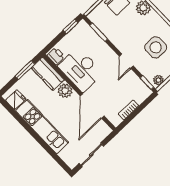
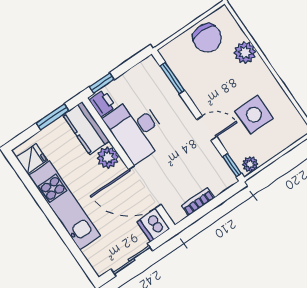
window: (70, 26) -> (102, 83), moved
door: (126, 61) -> (207, 128), swing flipped
door: (92, 106) -> (145, 187), hinge flipped
dishwasher: (102, 130) -> (153, 225), added

